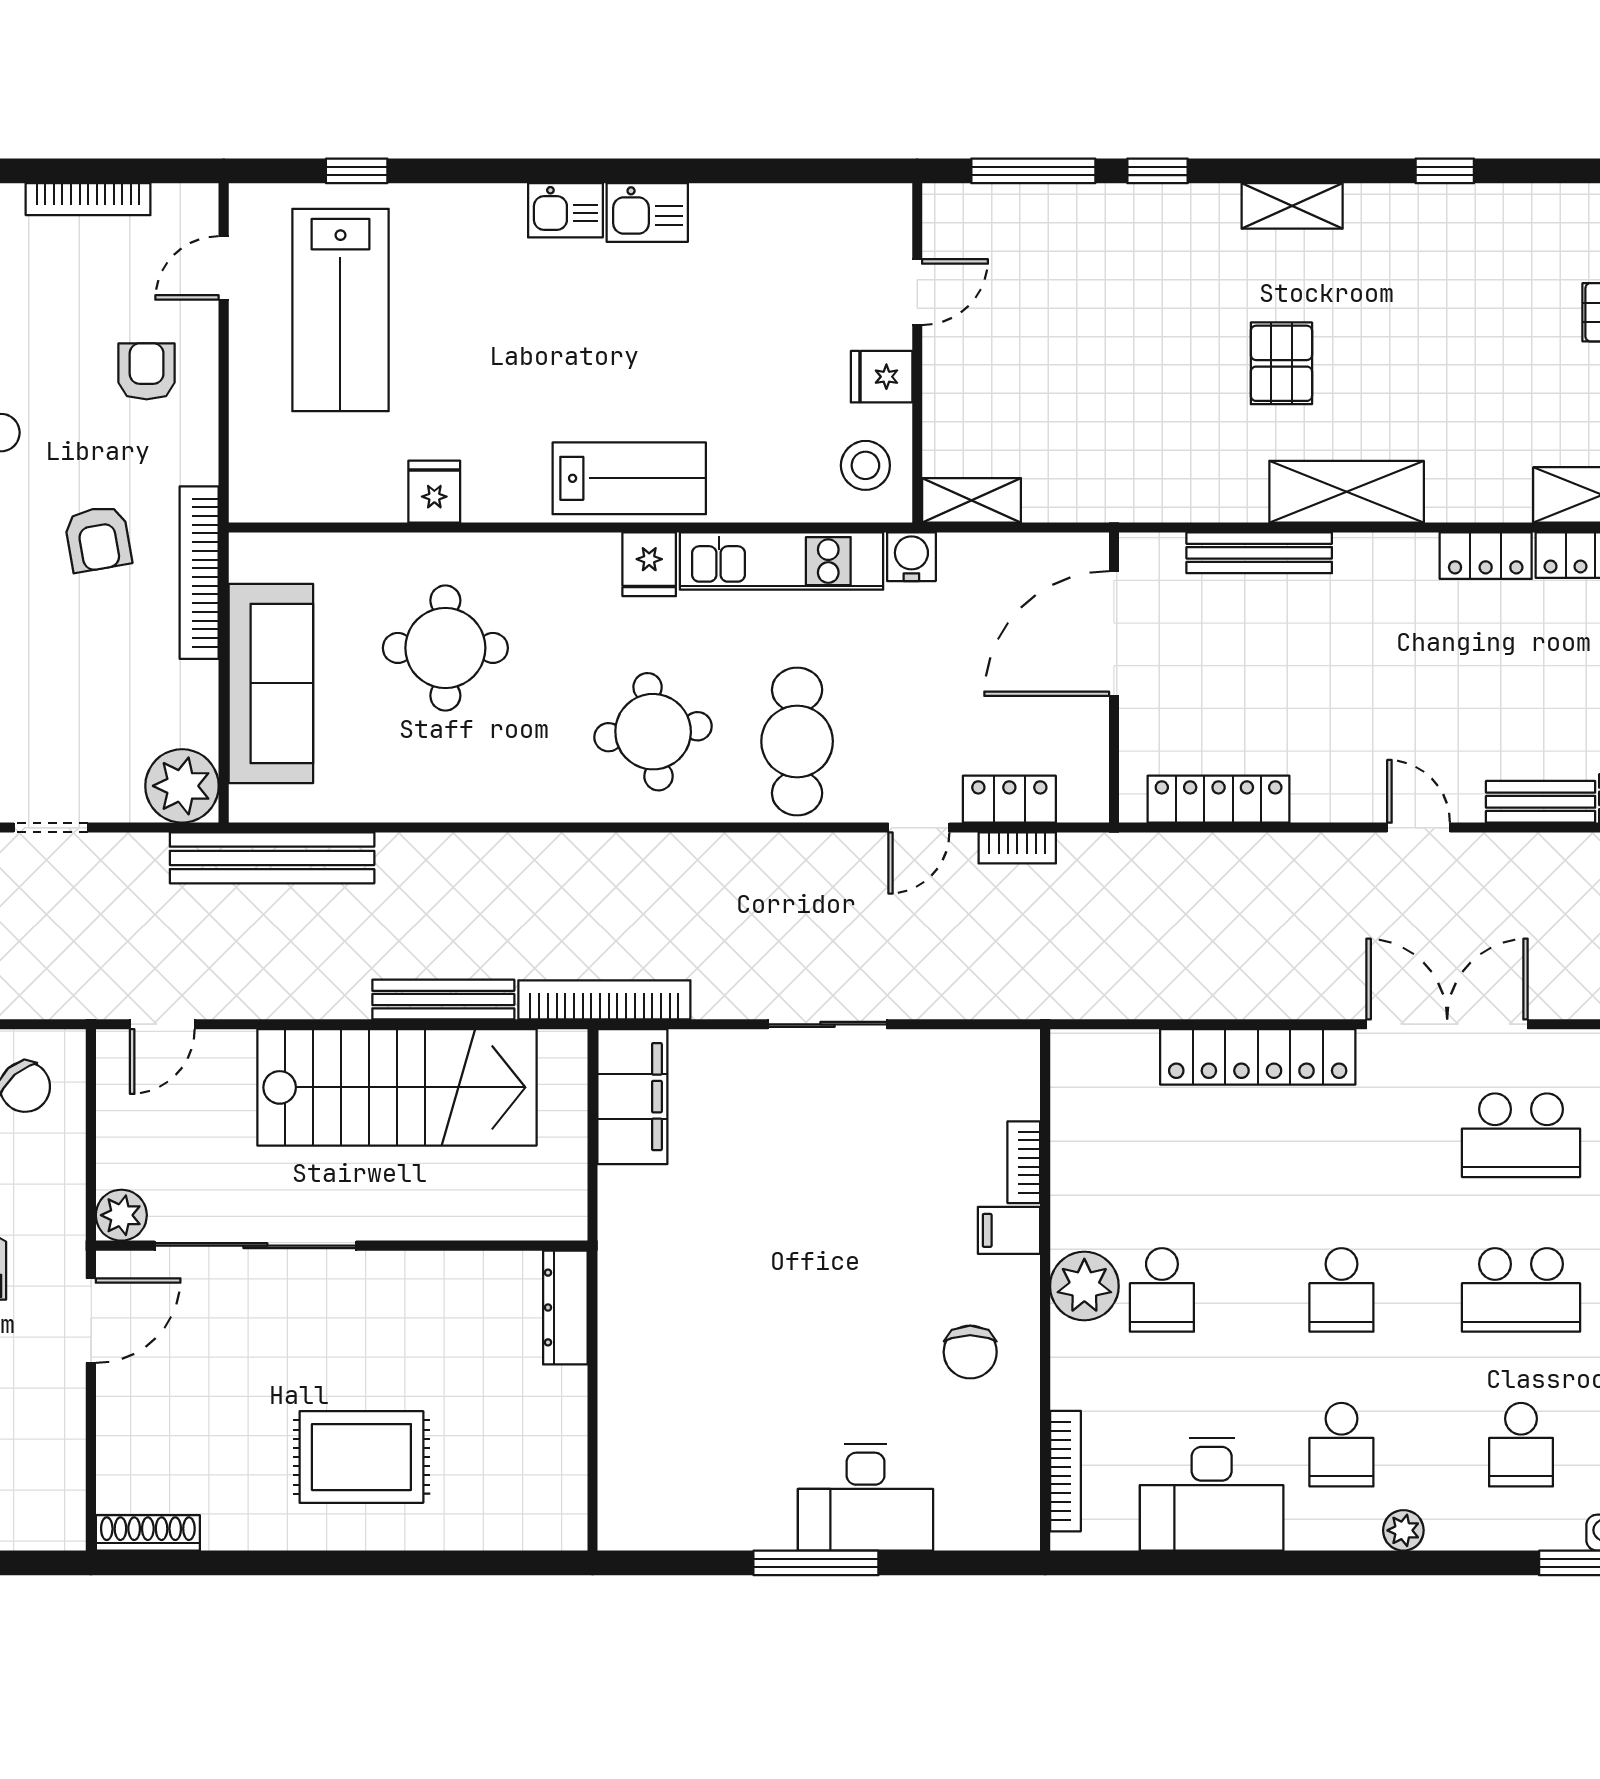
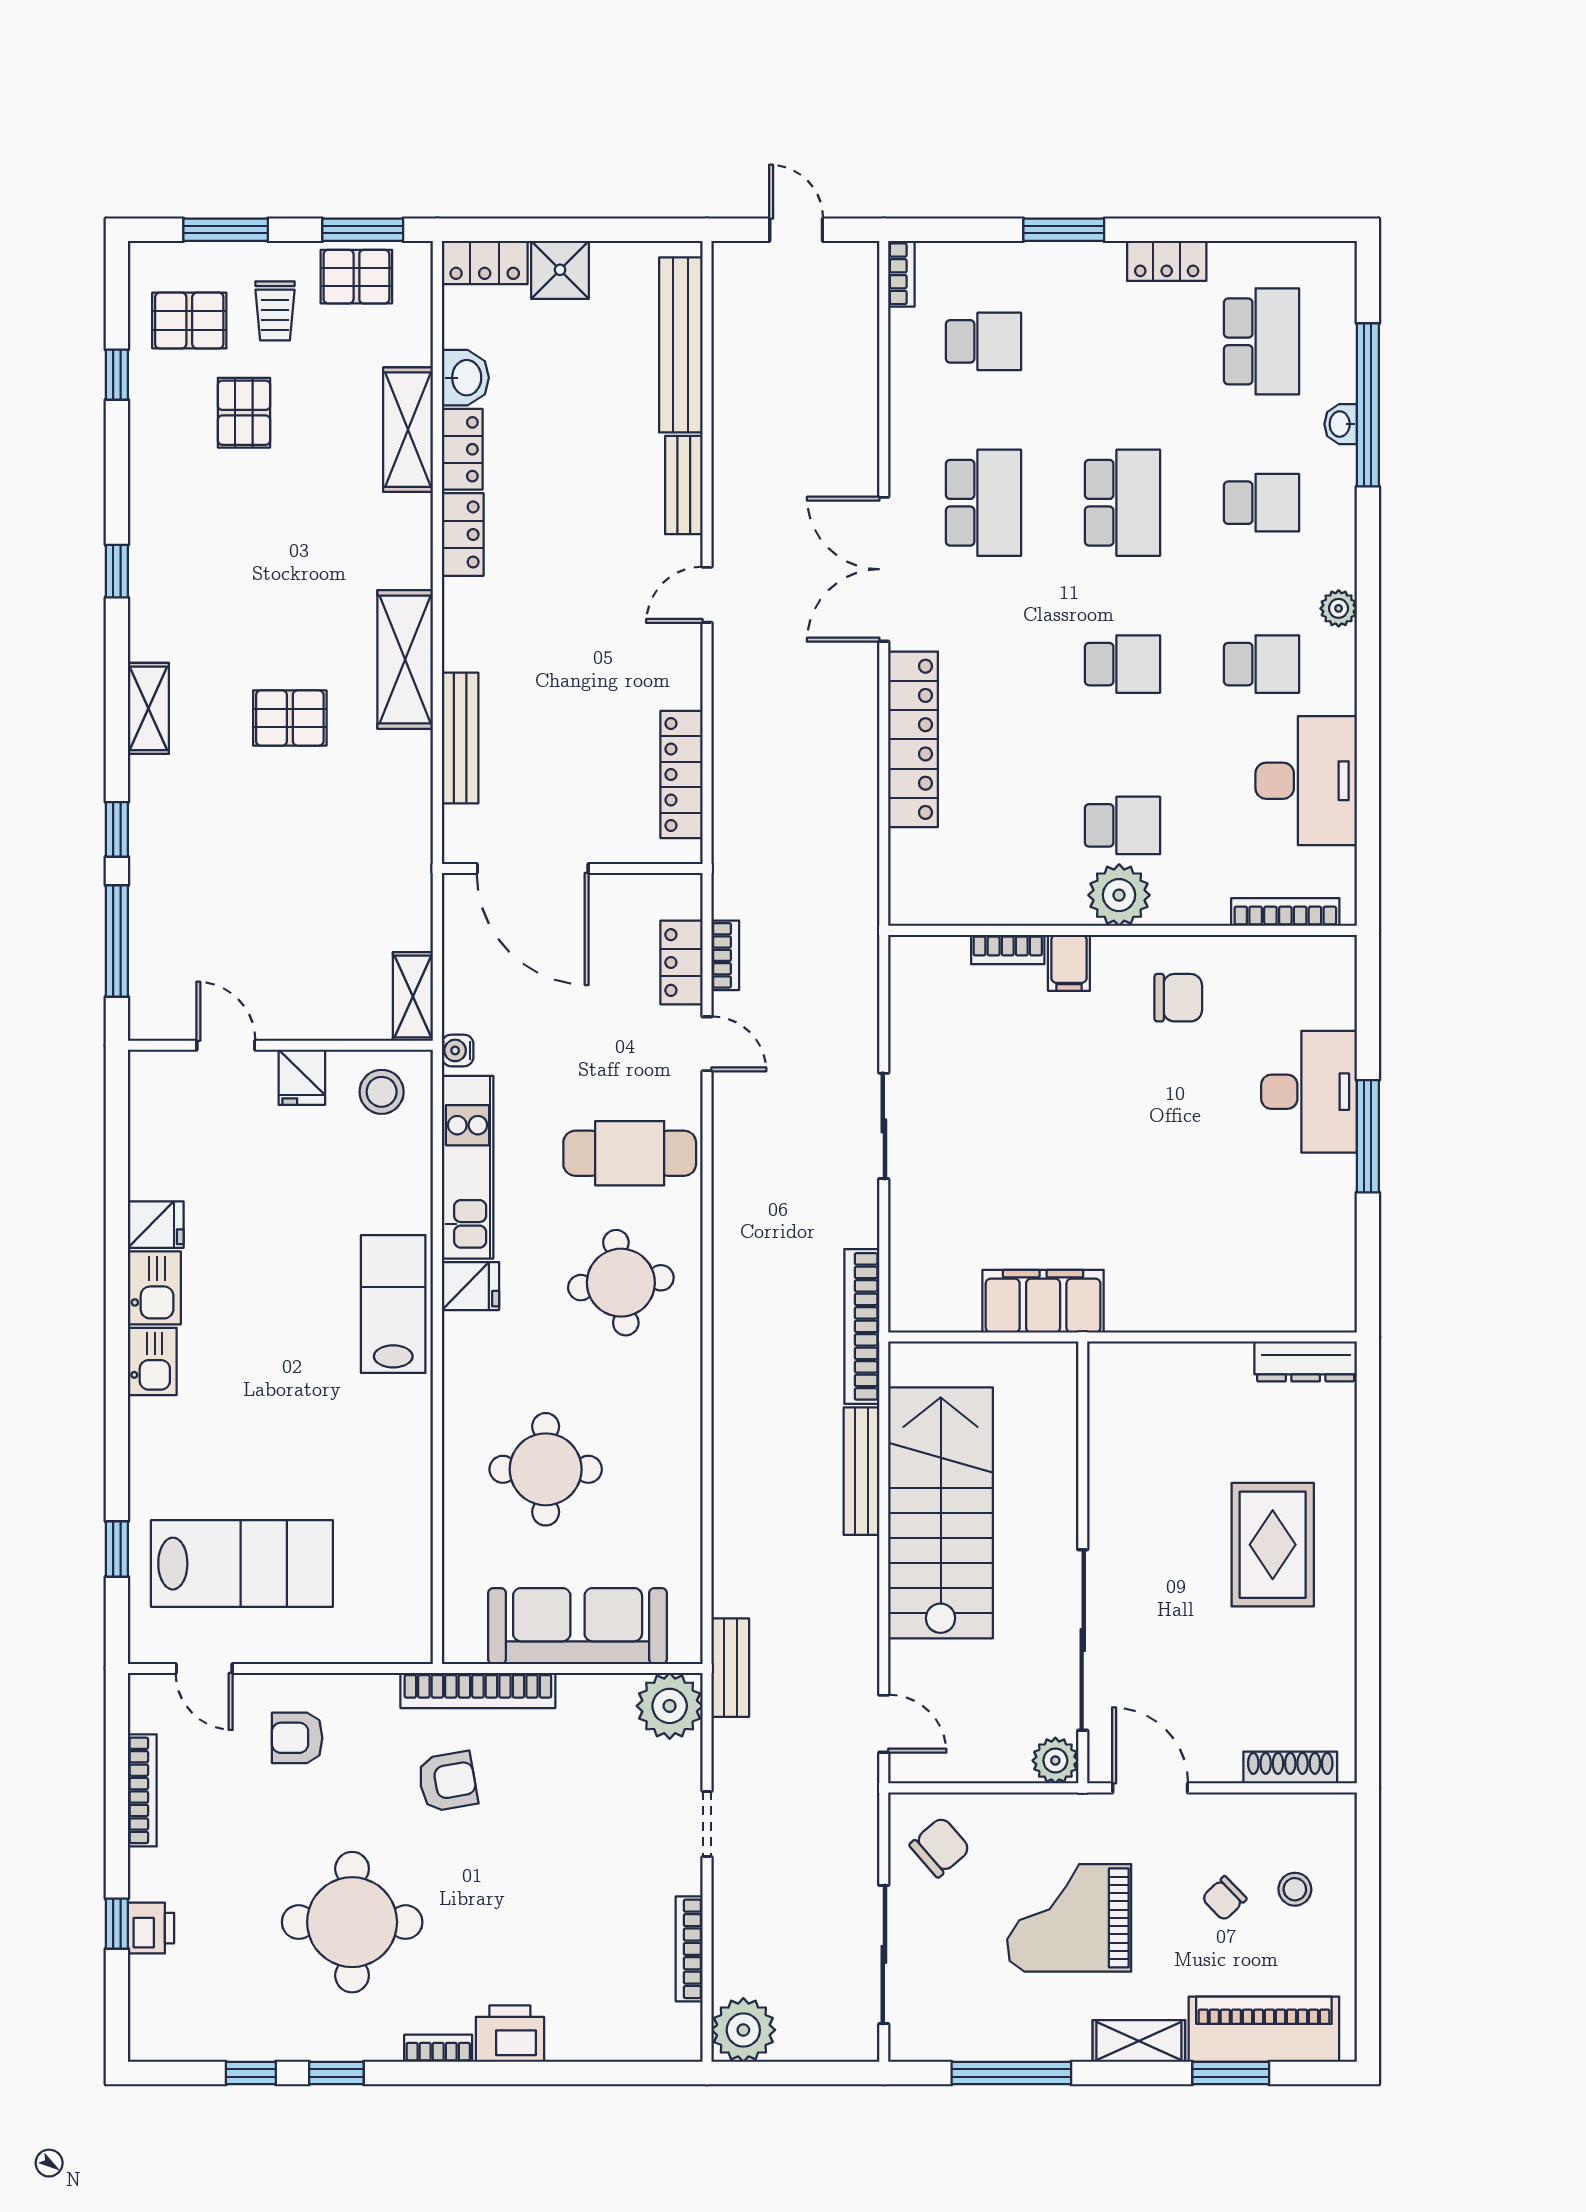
fridge: (434, 492) -> (156, 1225), moved, turned 180
water cooler: (911, 557) -> (458, 1050), width x0.72, depth x0.72
bench: (272, 858) -> (730, 1668), width x0.54, depth x0.82
filing cabinet: (632, 1097) -> (1043, 1301), moved
dresser: (565, 1307) -> (1306, 1361), moved
shoe rack: (148, 1533) -> (1290, 1768), moved, turned 90

